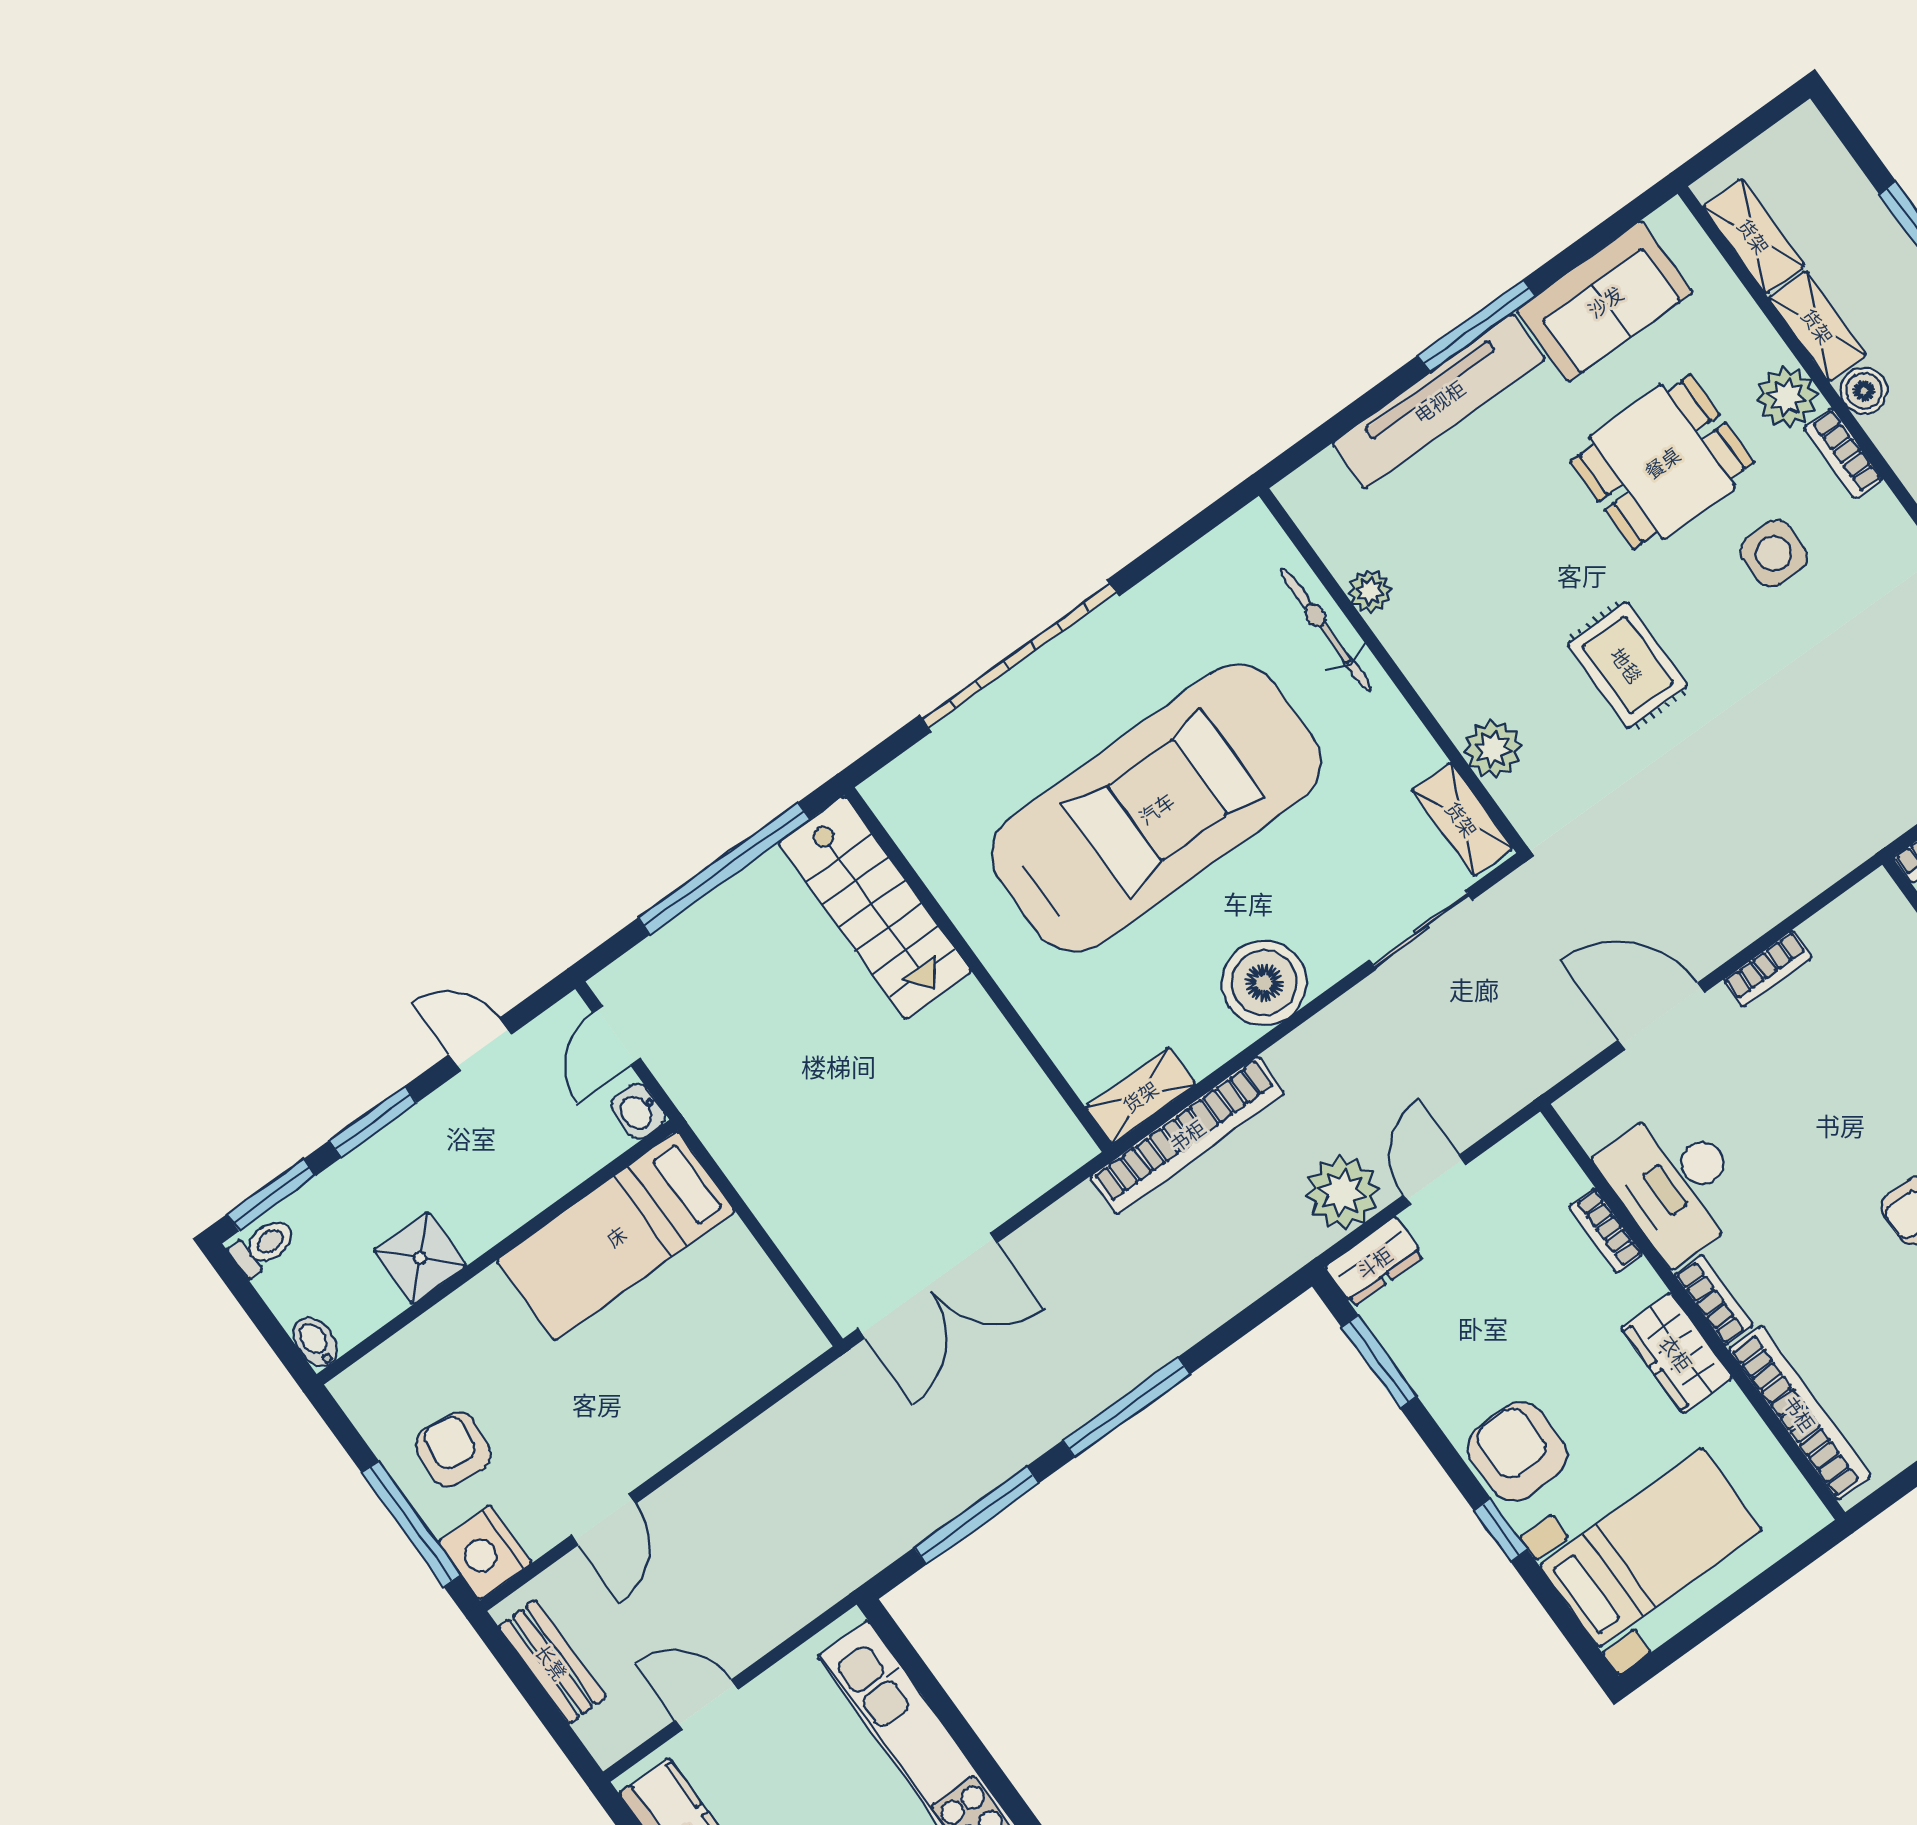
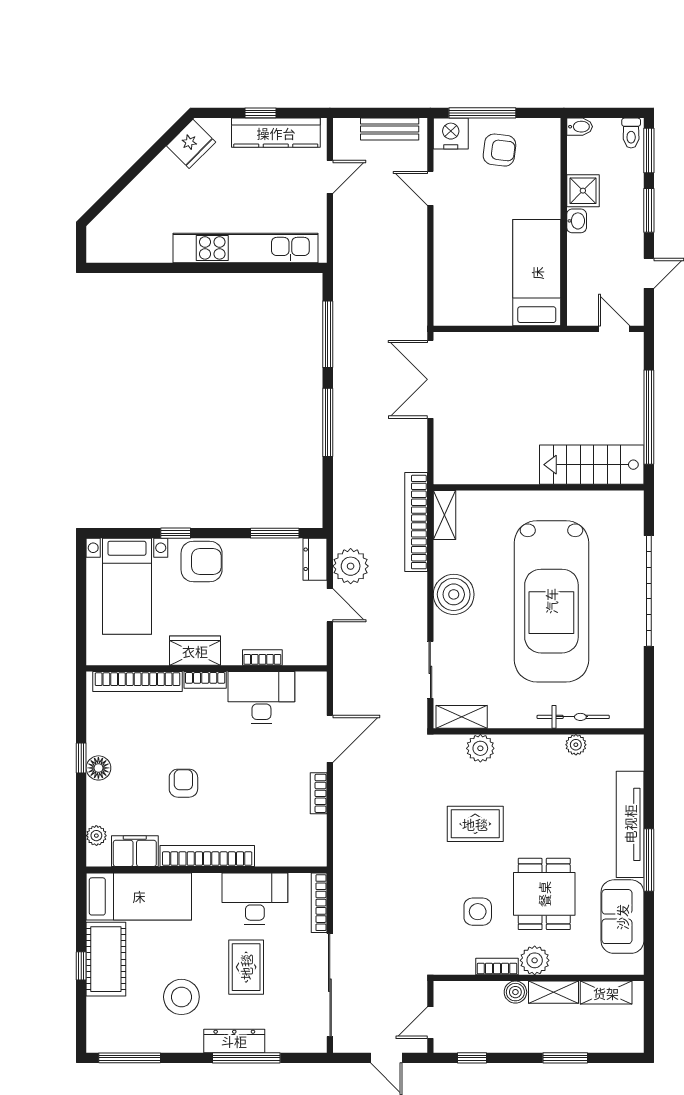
washbasin: (638, 1111) -> (577, 221), moved, turned 90

